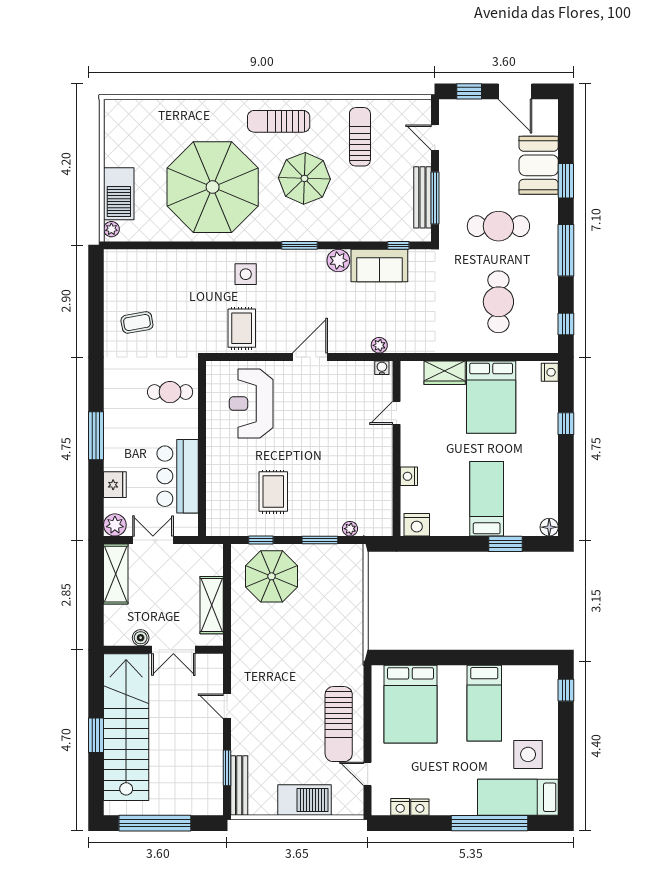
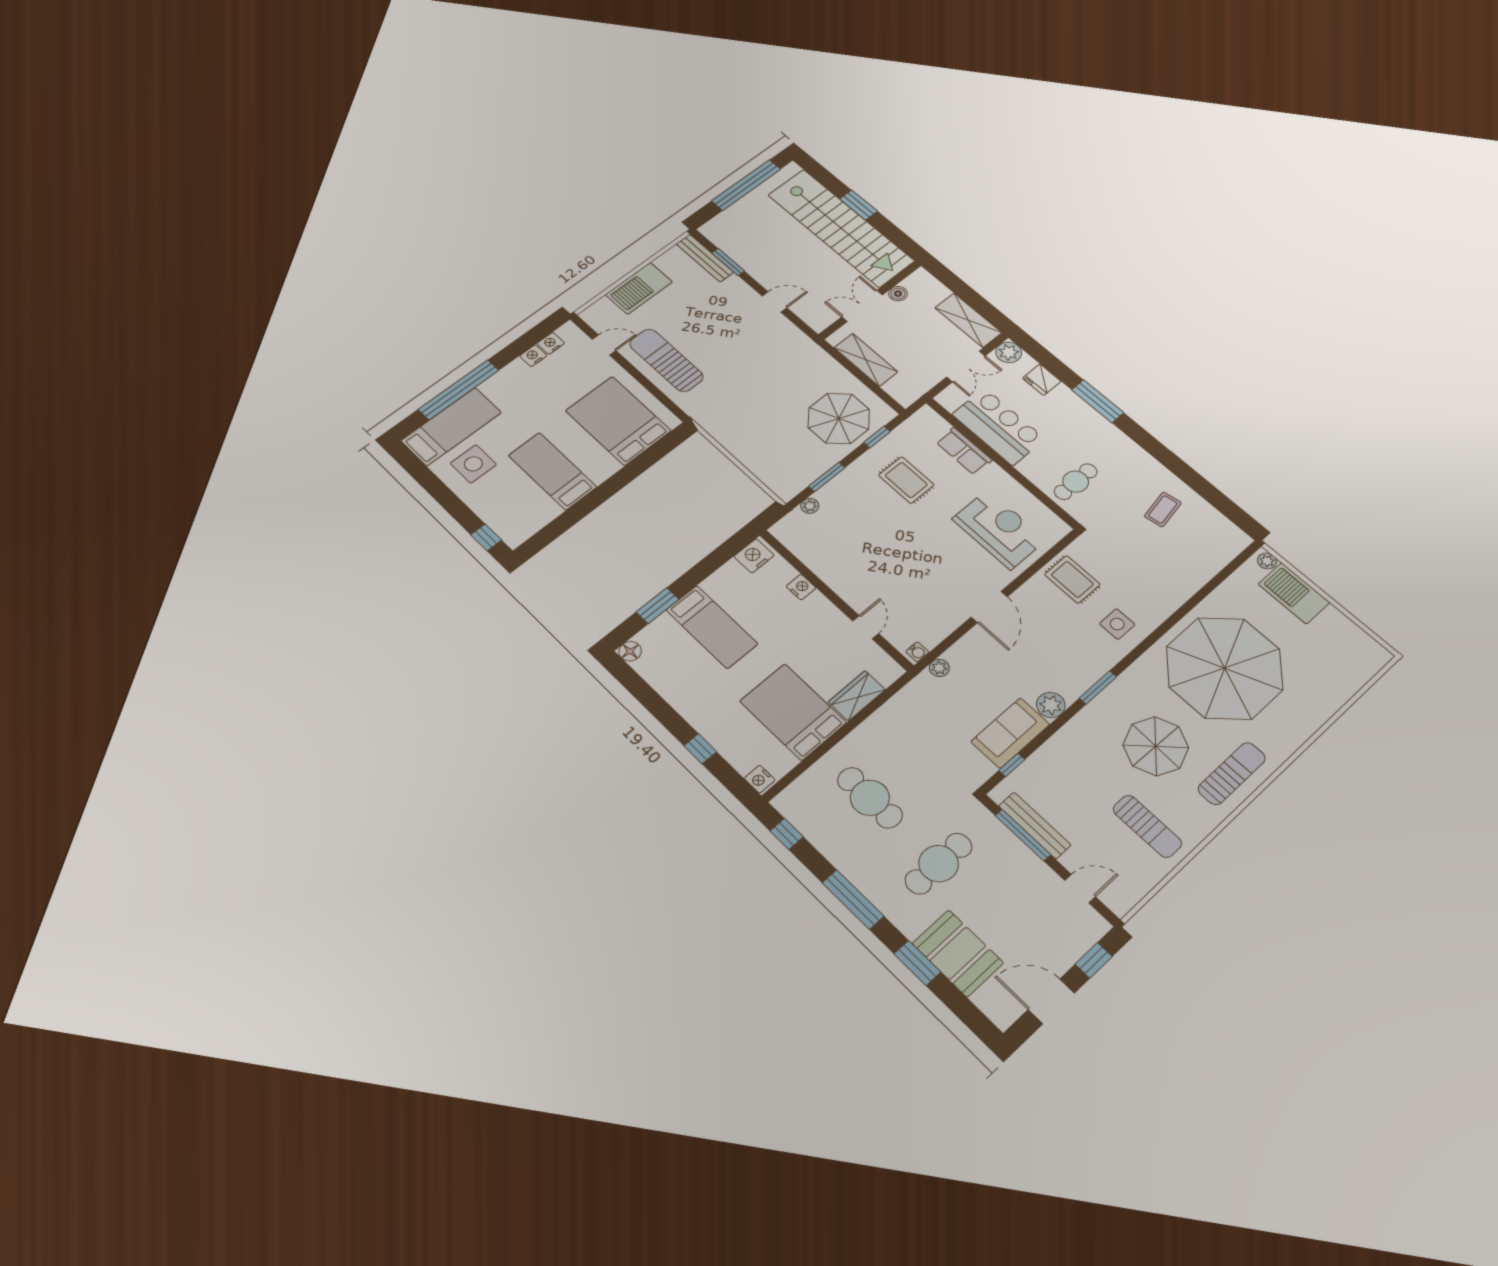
row of seats: (217, 479) -> (964, 451), added

